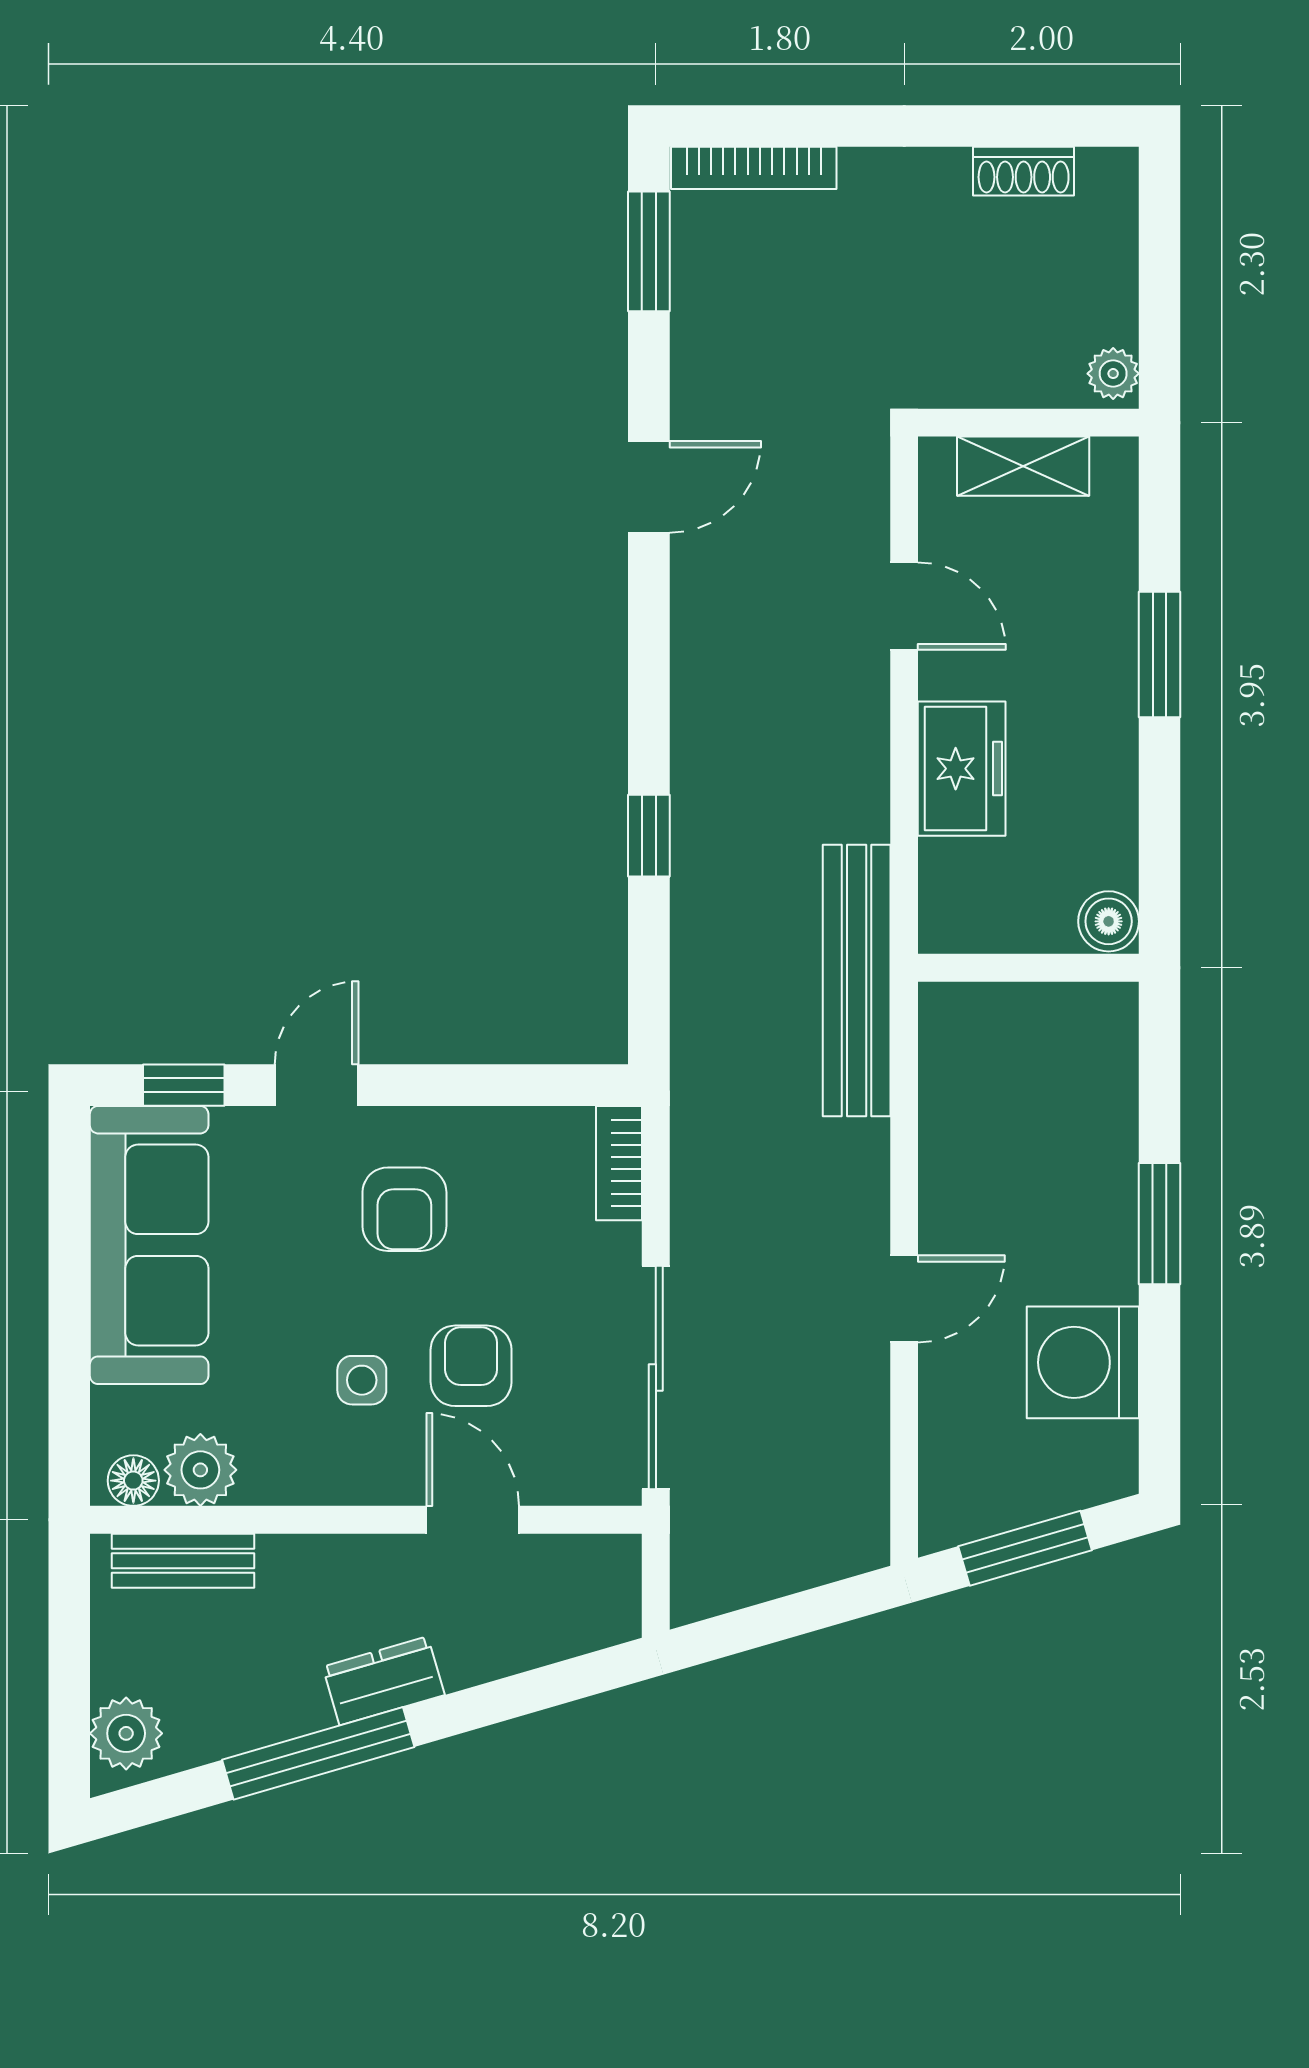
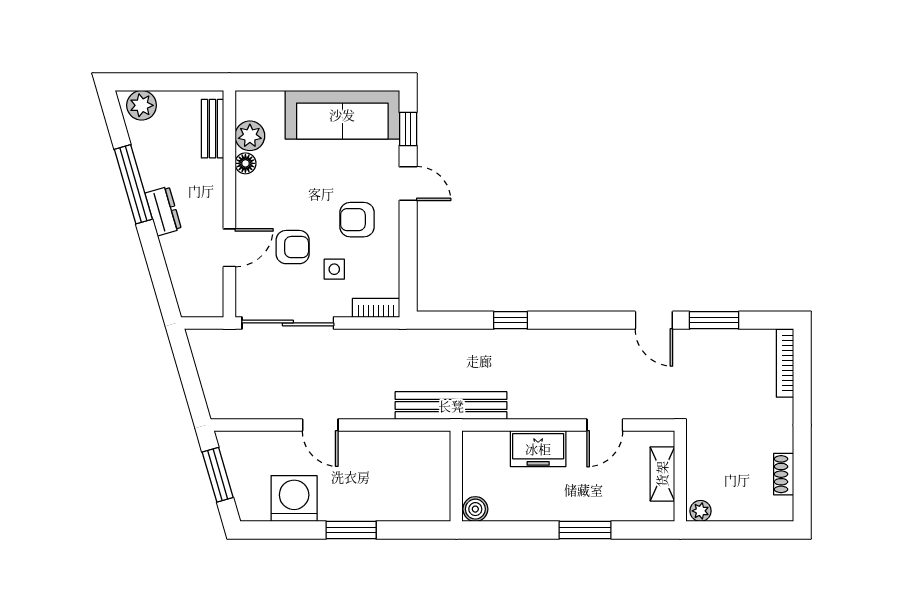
window: (649, 251) -> (714, 320), moved
side table: (362, 1380) -> (334, 269), moved
floor lamp: (133, 1481) -> (245, 163), moved

